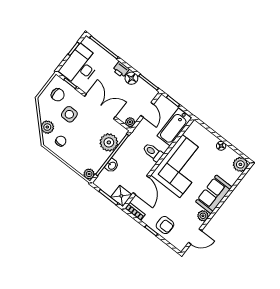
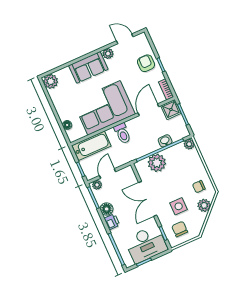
plant: (130, 122) -> (97, 185), moved
floor lamp: (221, 146) -> (67, 125), moved

